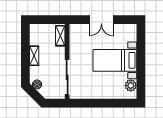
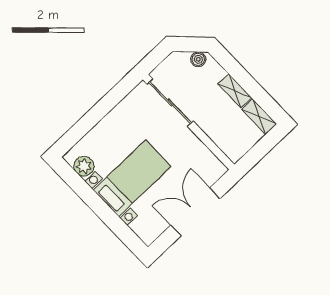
double door: (101, 20) -> (195, 212), width x1.37
shelving: (60, 36) -> (259, 116), moved

